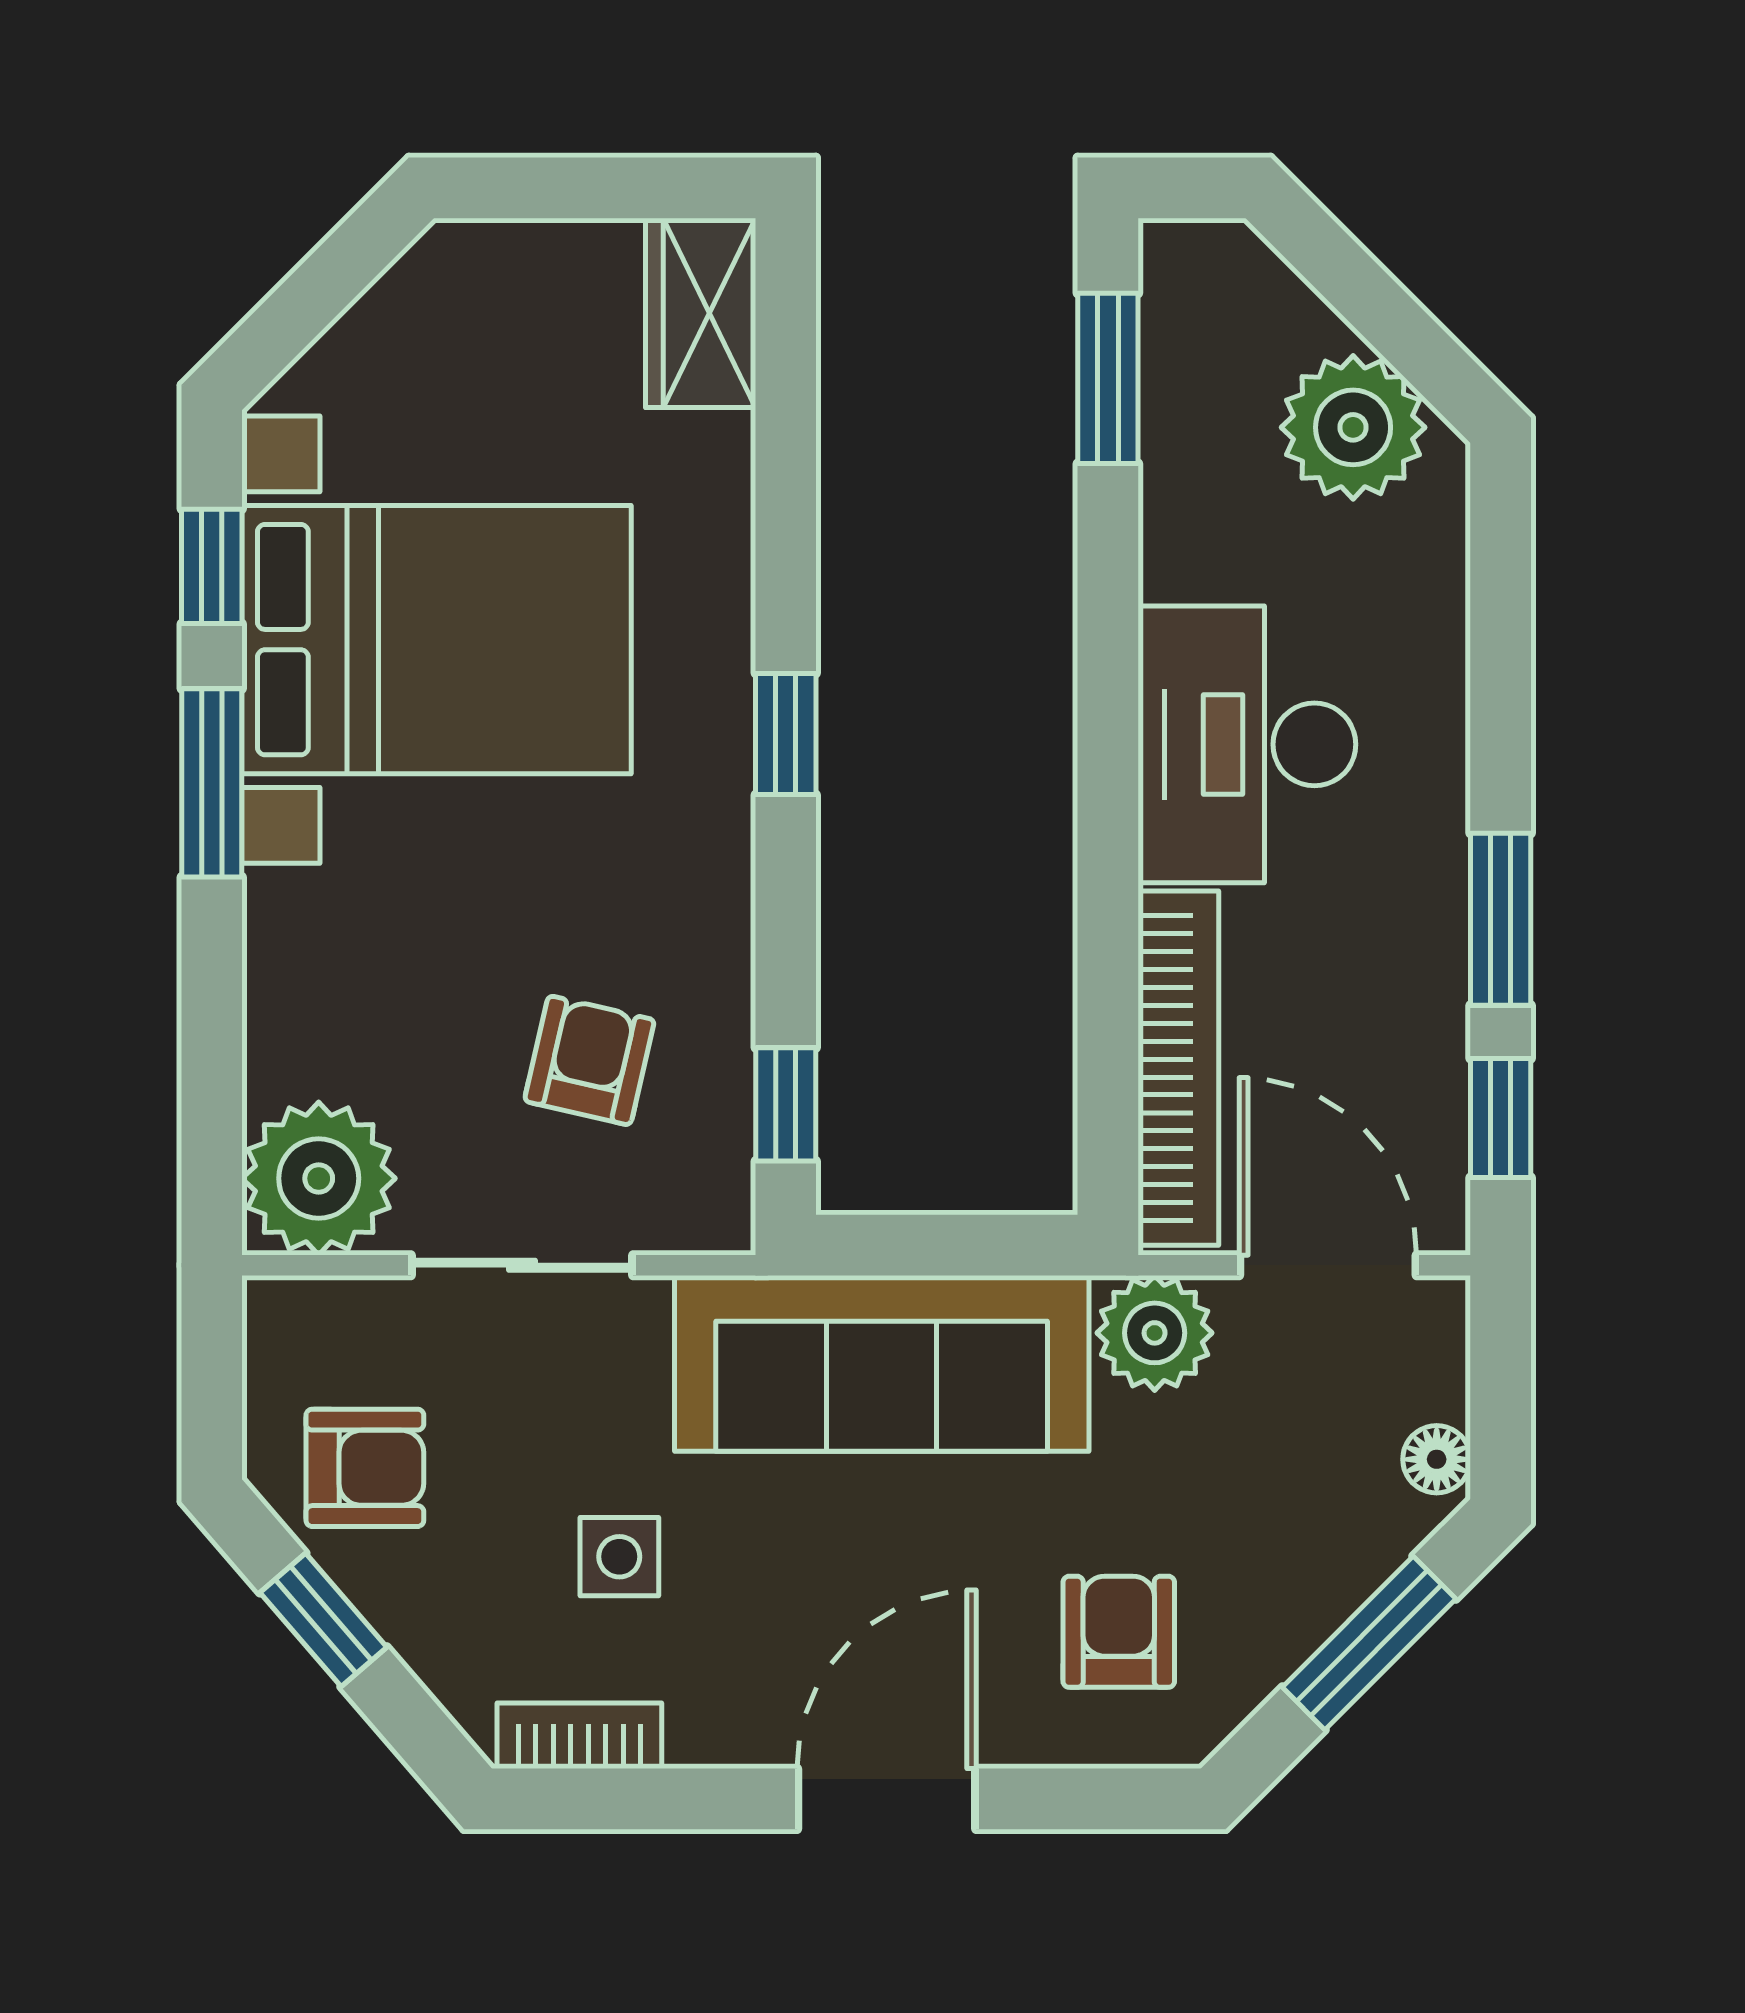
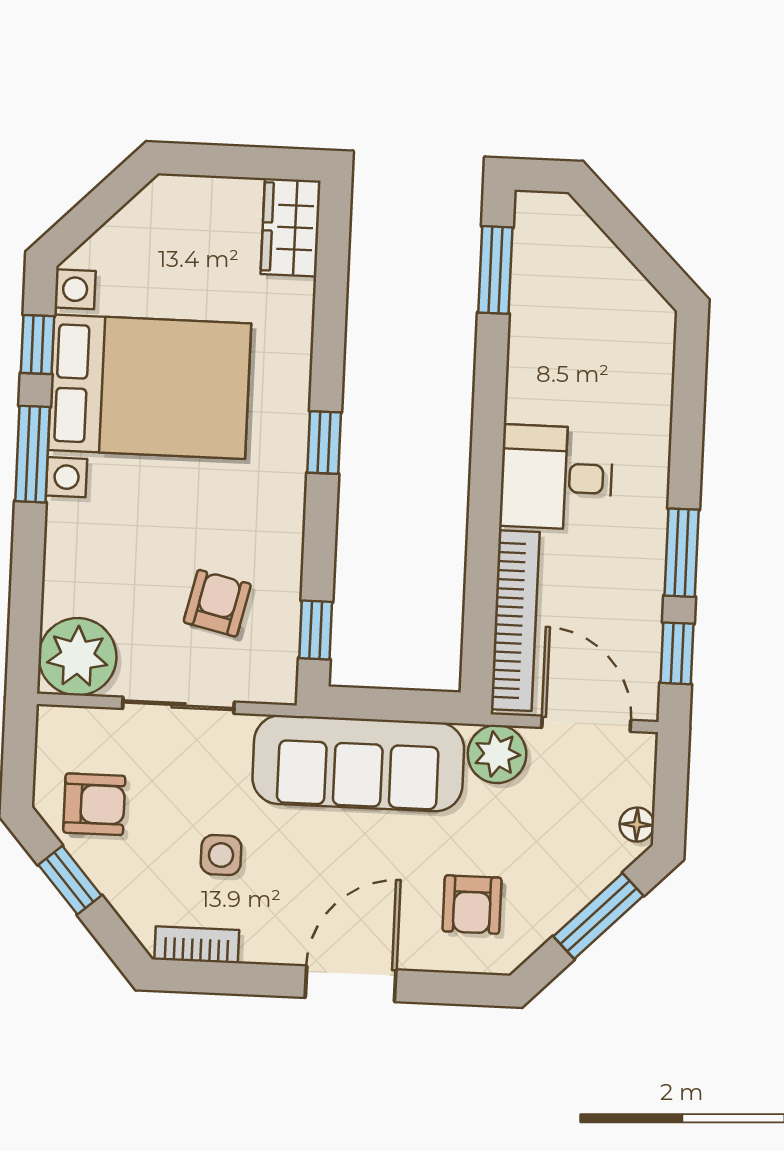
plant: (1353, 427) -> (618, 300), removed
desk: (1247, 744) -> (556, 477), width x0.73
armchair: (1119, 1632) -> (472, 905), turned 180

